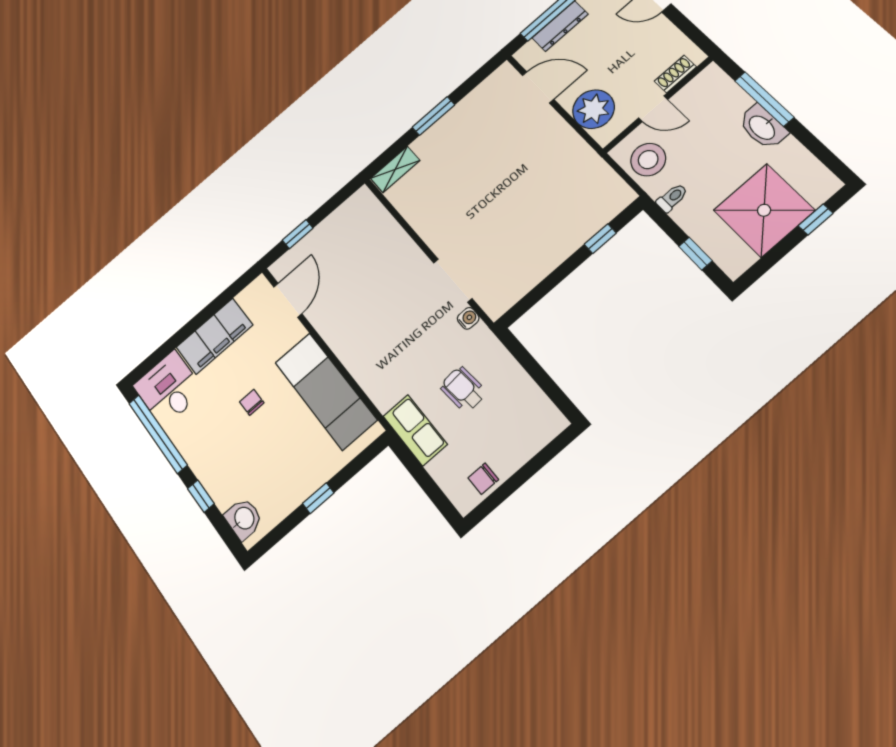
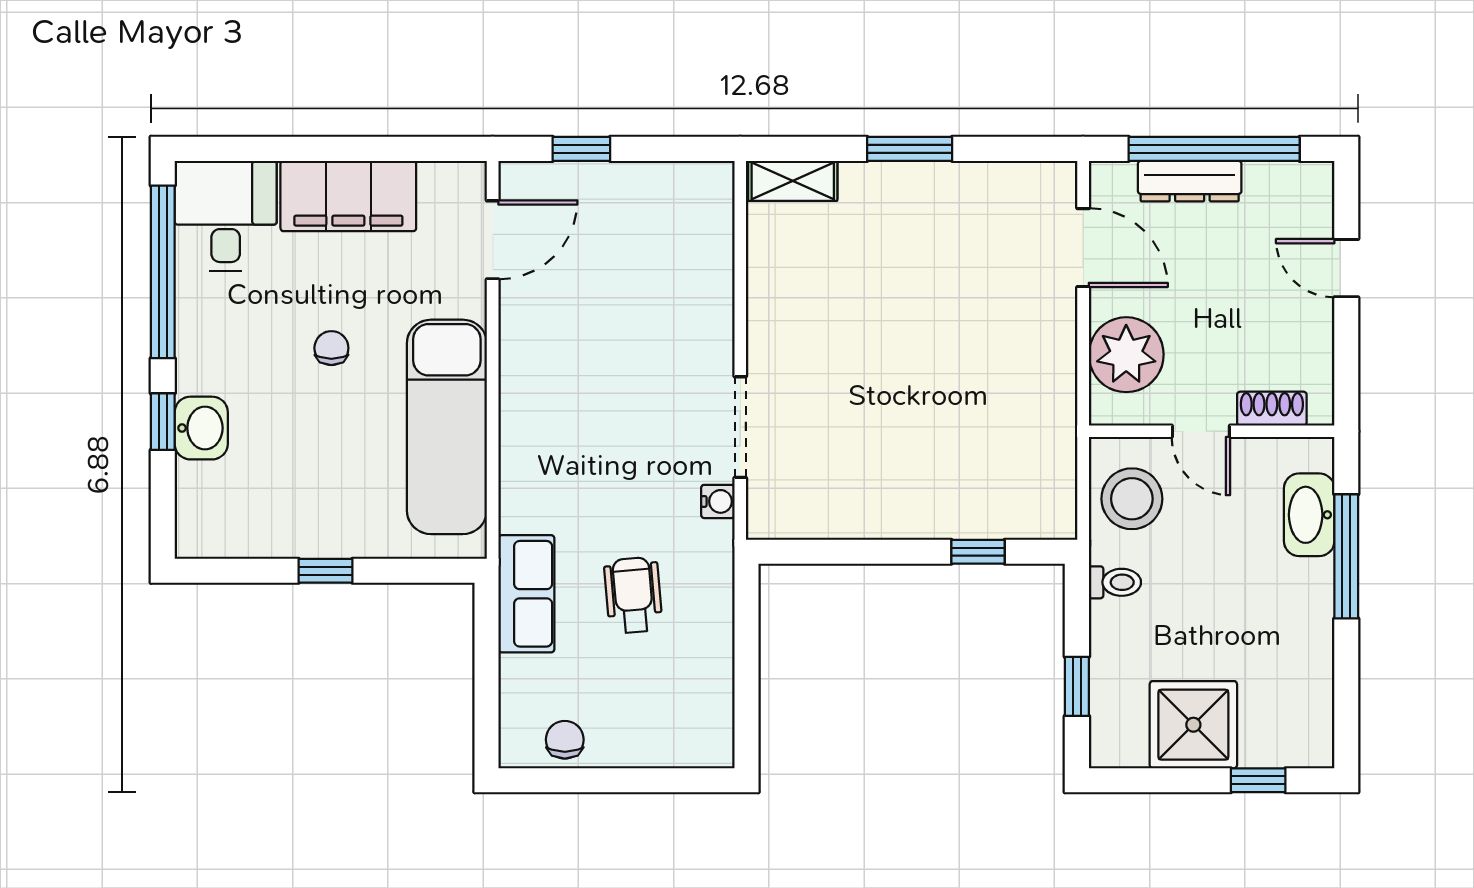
washbasin: (763, 127) -> (1309, 515), moved
shower: (764, 210) -> (1193, 725), width x0.73, depth x0.73
chair: (483, 479) -> (565, 740), turned 90
washbasin: (244, 519) -> (201, 428), moved

